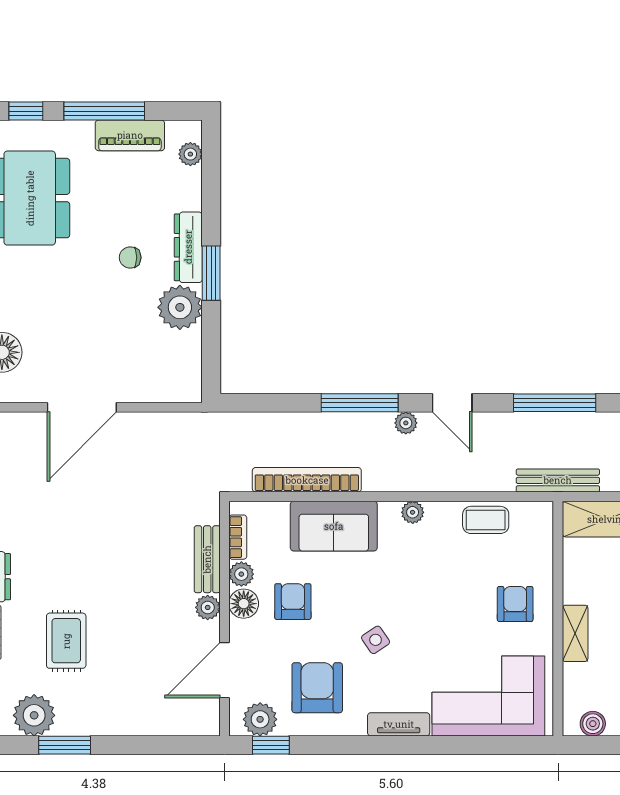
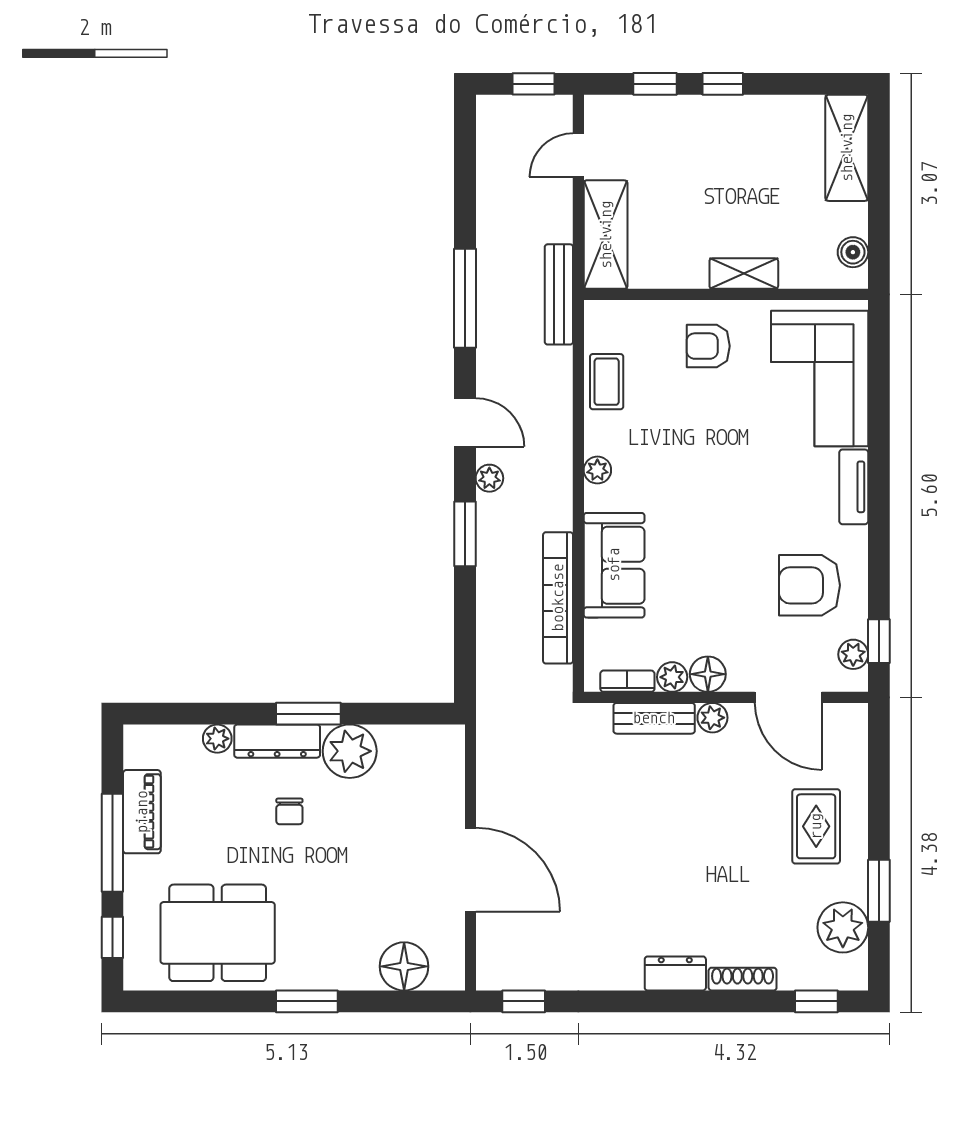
plant: (190, 154) -> (217, 739), moved
window: (360, 403) -> (465, 534), width x0.69
door: (452, 403) -> (465, 422), hinge flipped
armchair: (293, 602) -> (705, 615), removed
side table: (376, 640) -> (752, 515), removed
rug: (66, 641) -> (816, 826), moved, turned 90
plant: (260, 719) -> (853, 654), width x0.73, depth x0.73

